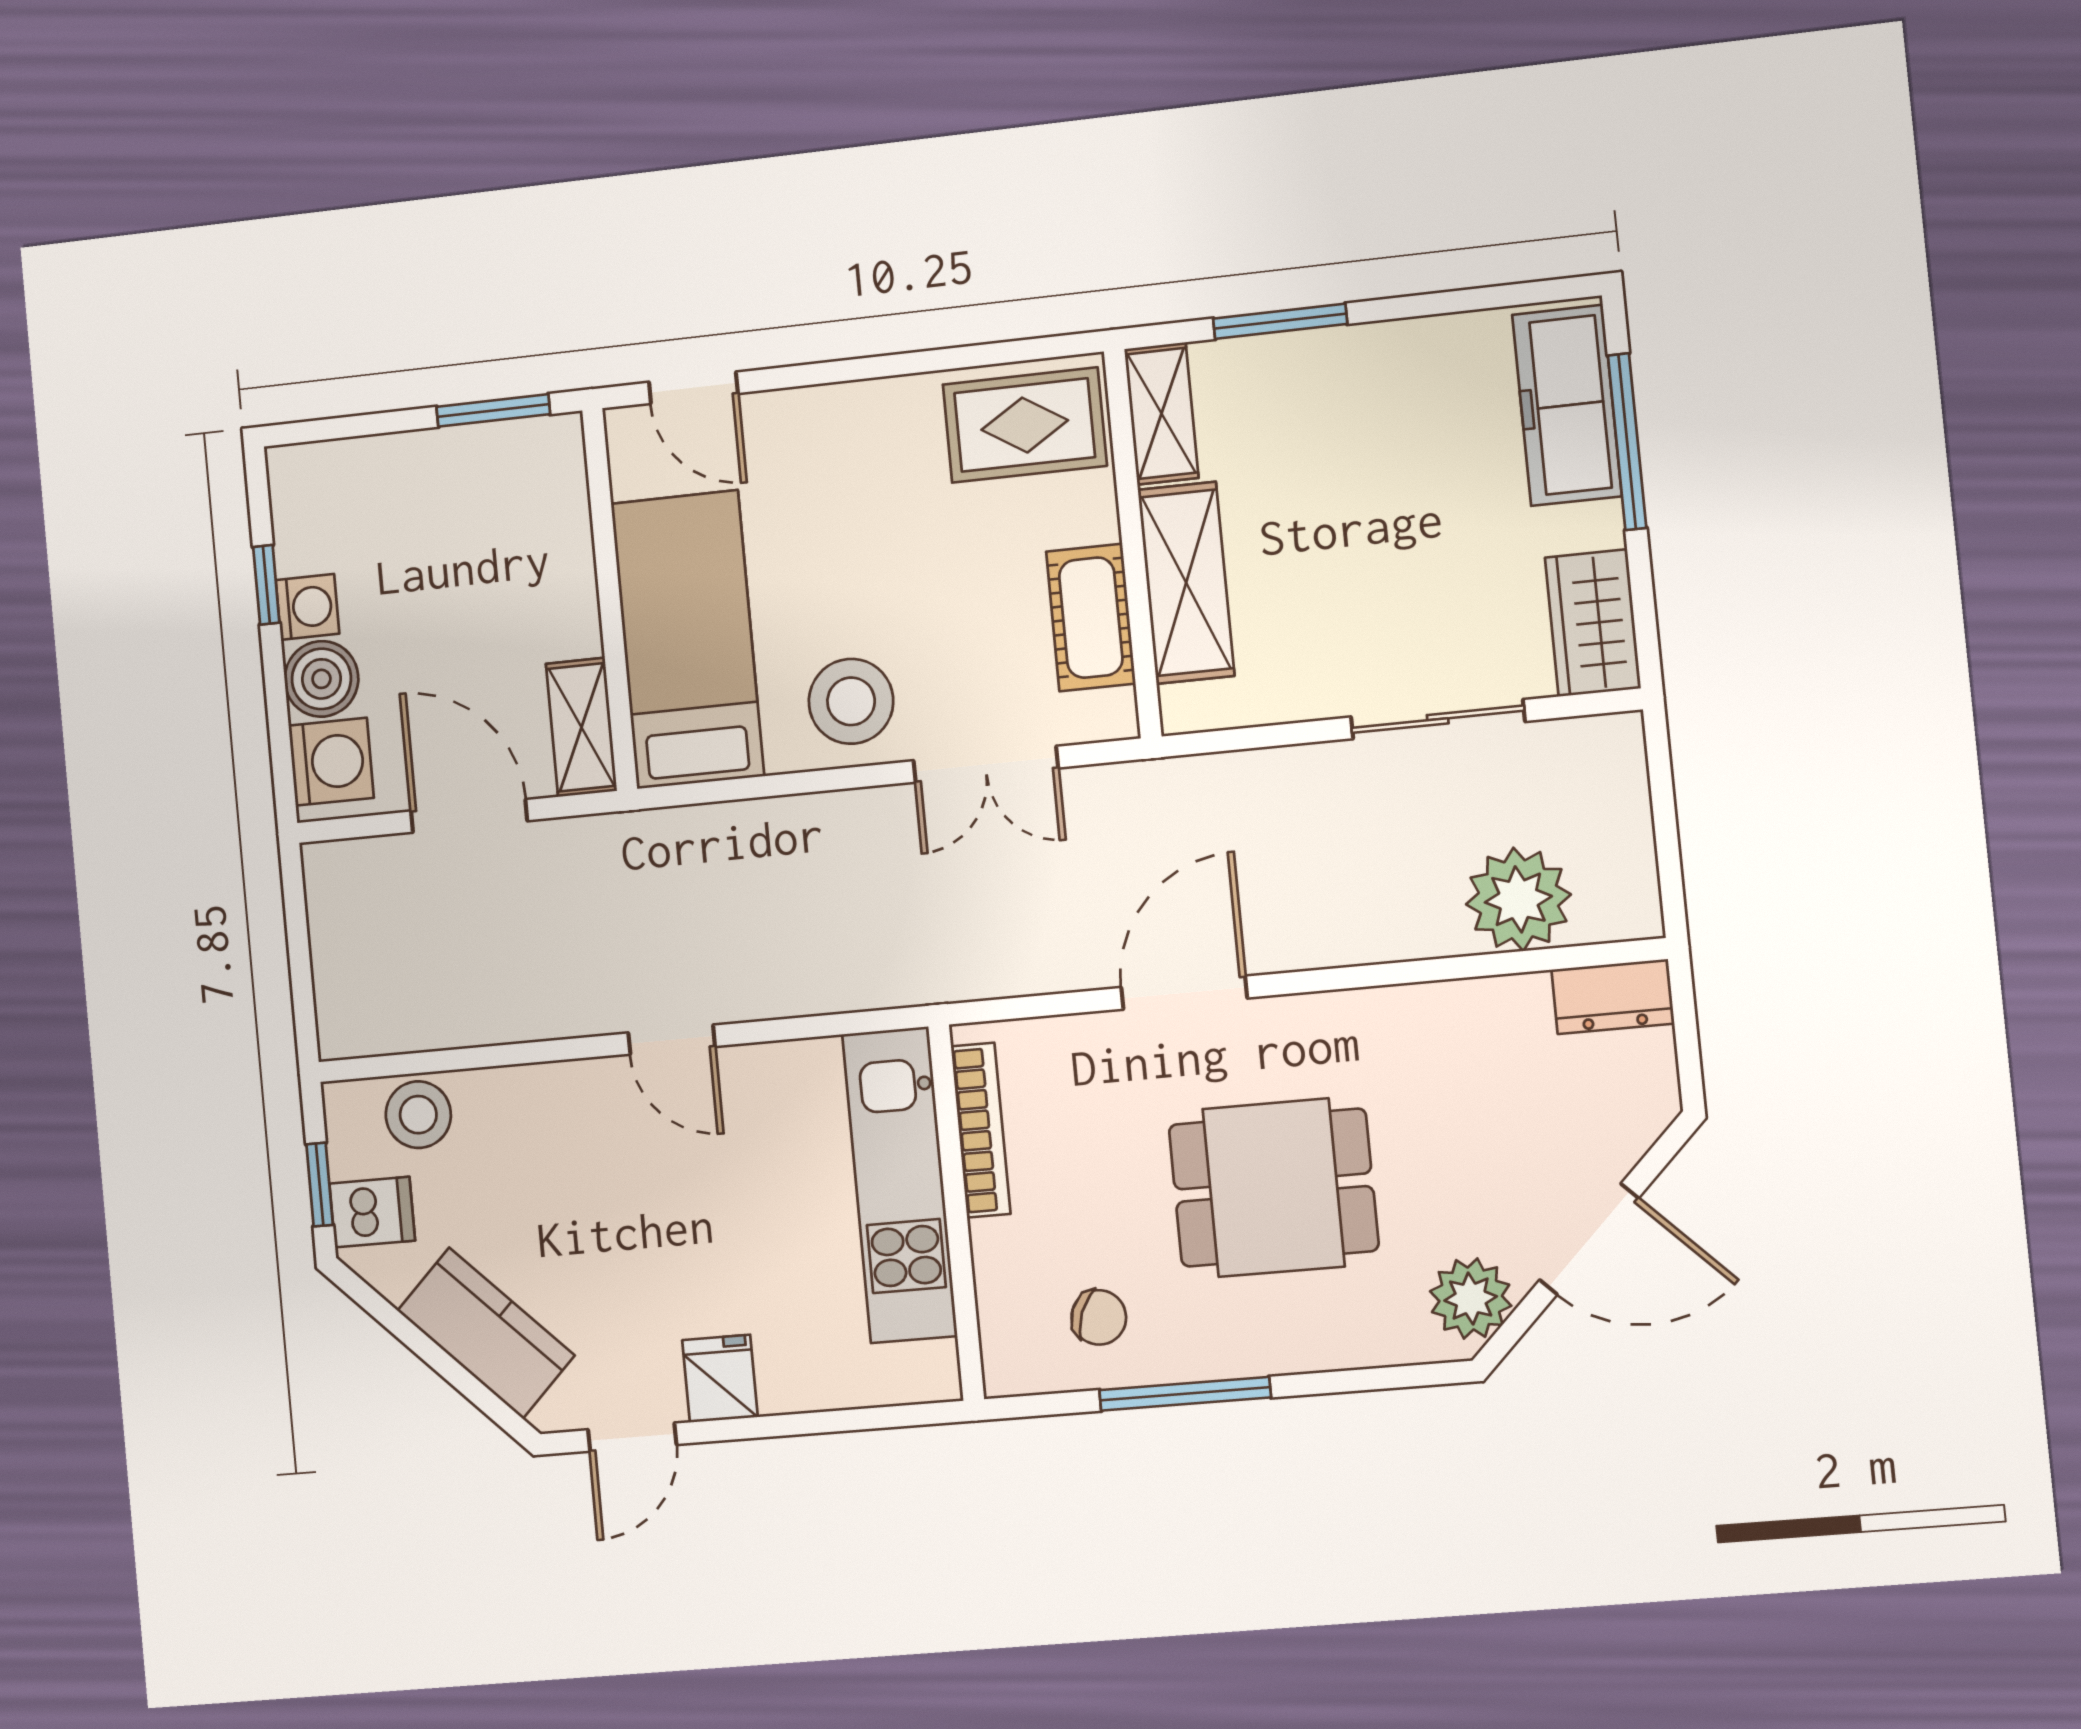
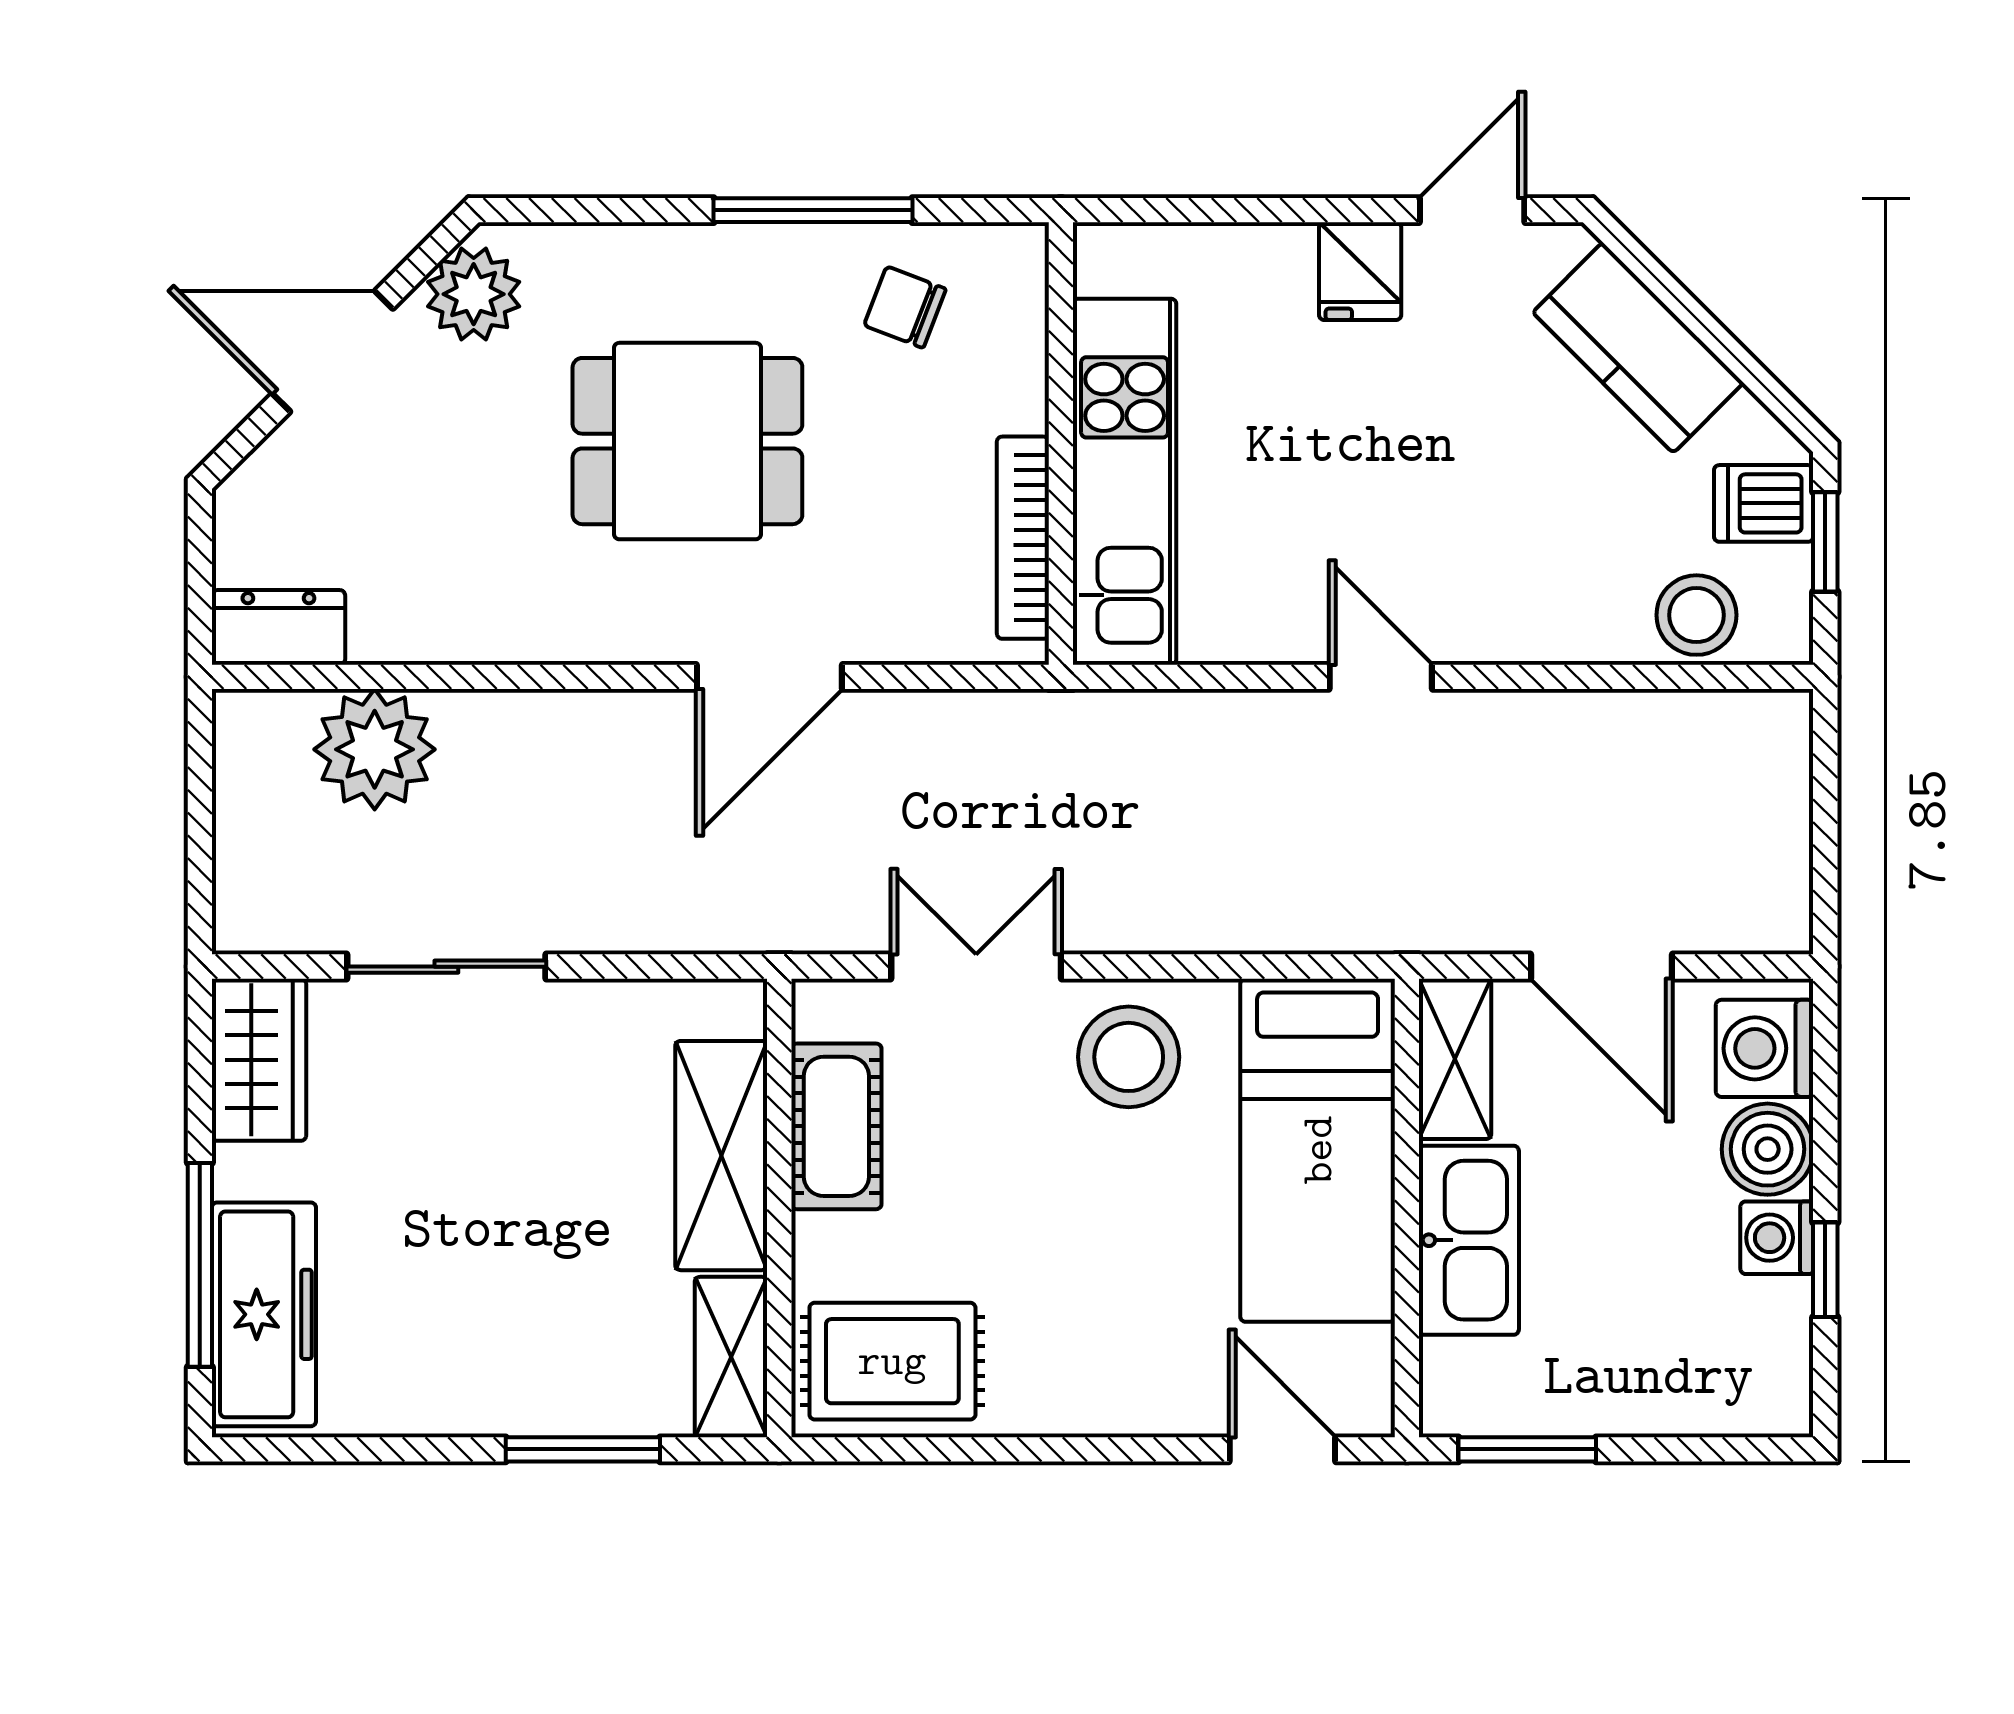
kitchen sink: (556, 578) -> (1469, 1240), added

